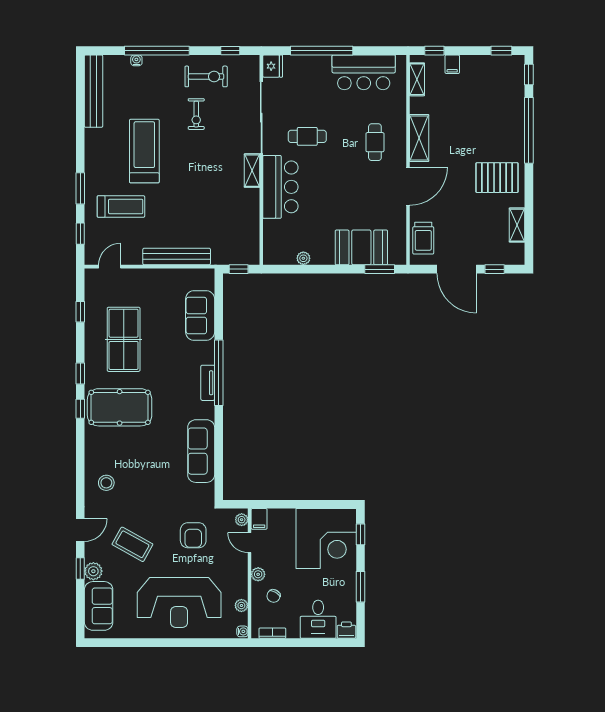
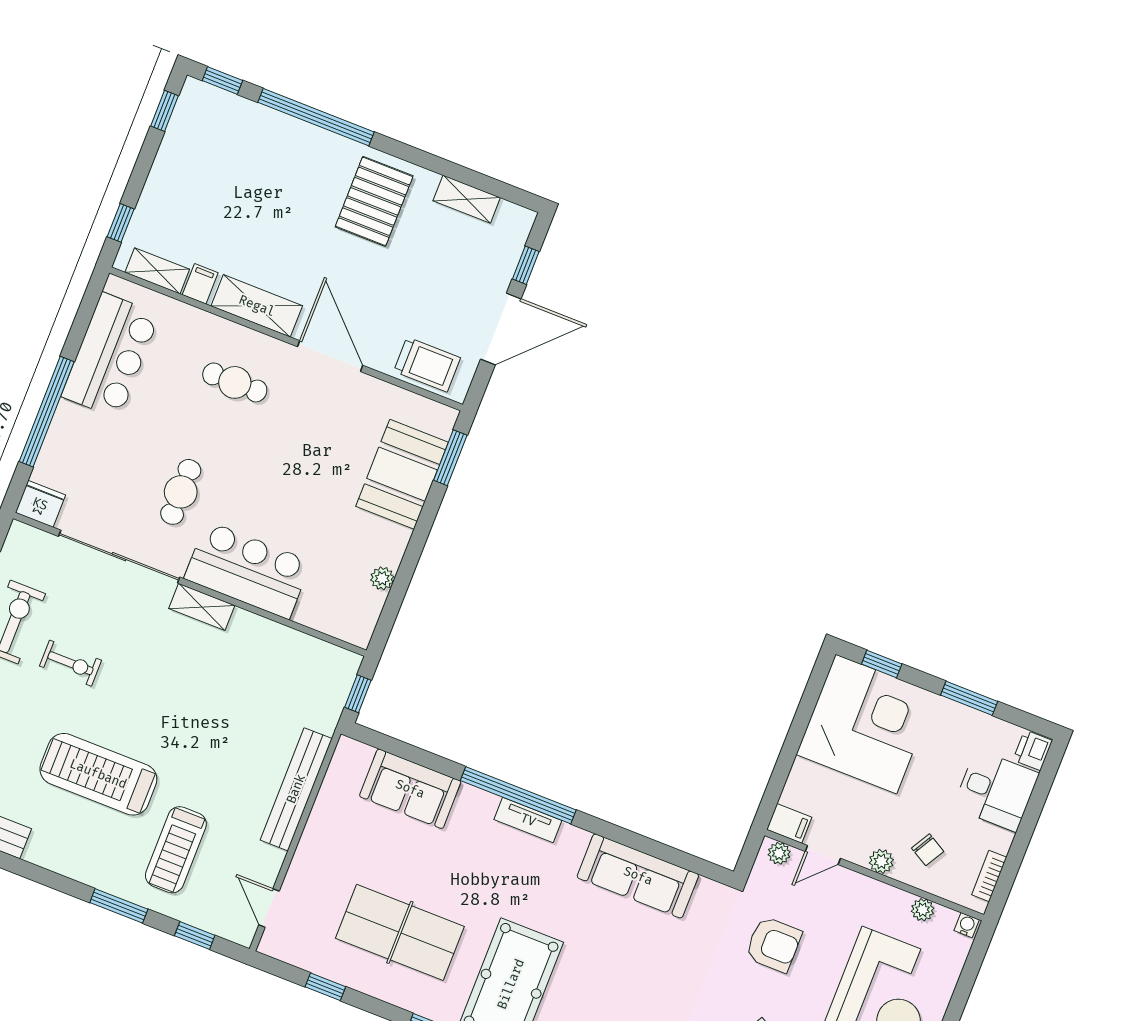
filing cabinet: (452, 64) -> (200, 284), moved, turned -90
treadmill: (121, 206) -> (176, 850), turned 180

